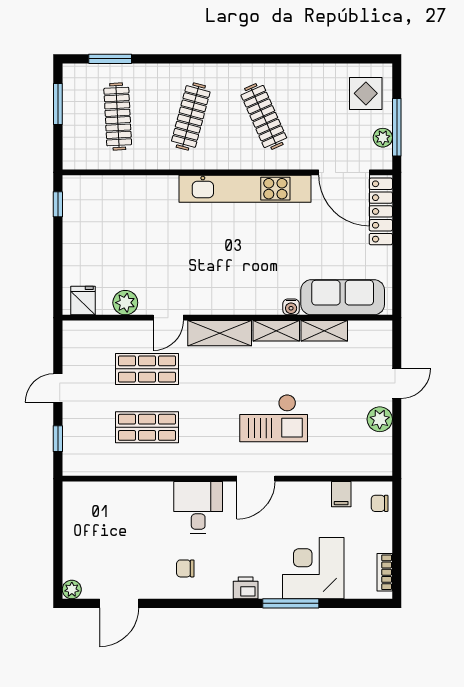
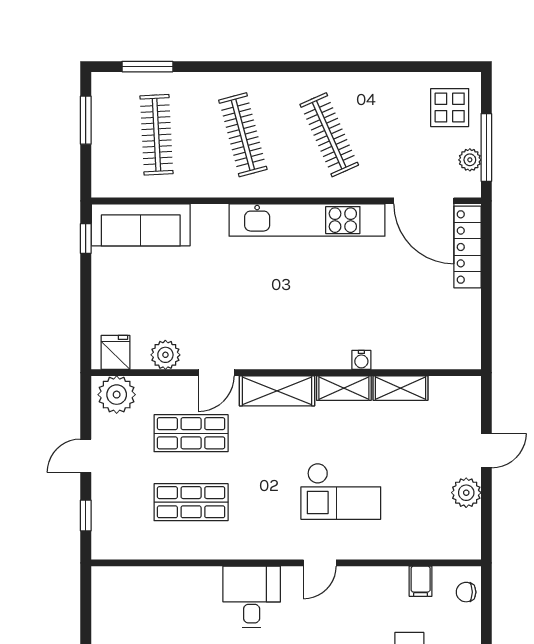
clothes rail: (191, 116) -> (243, 135), turned -30
sofa: (343, 297) -> (141, 225), moved, turned 180
plant: (84, 336) -> (117, 395), added
door: (256, 479) -> (320, 563), width x0.73

